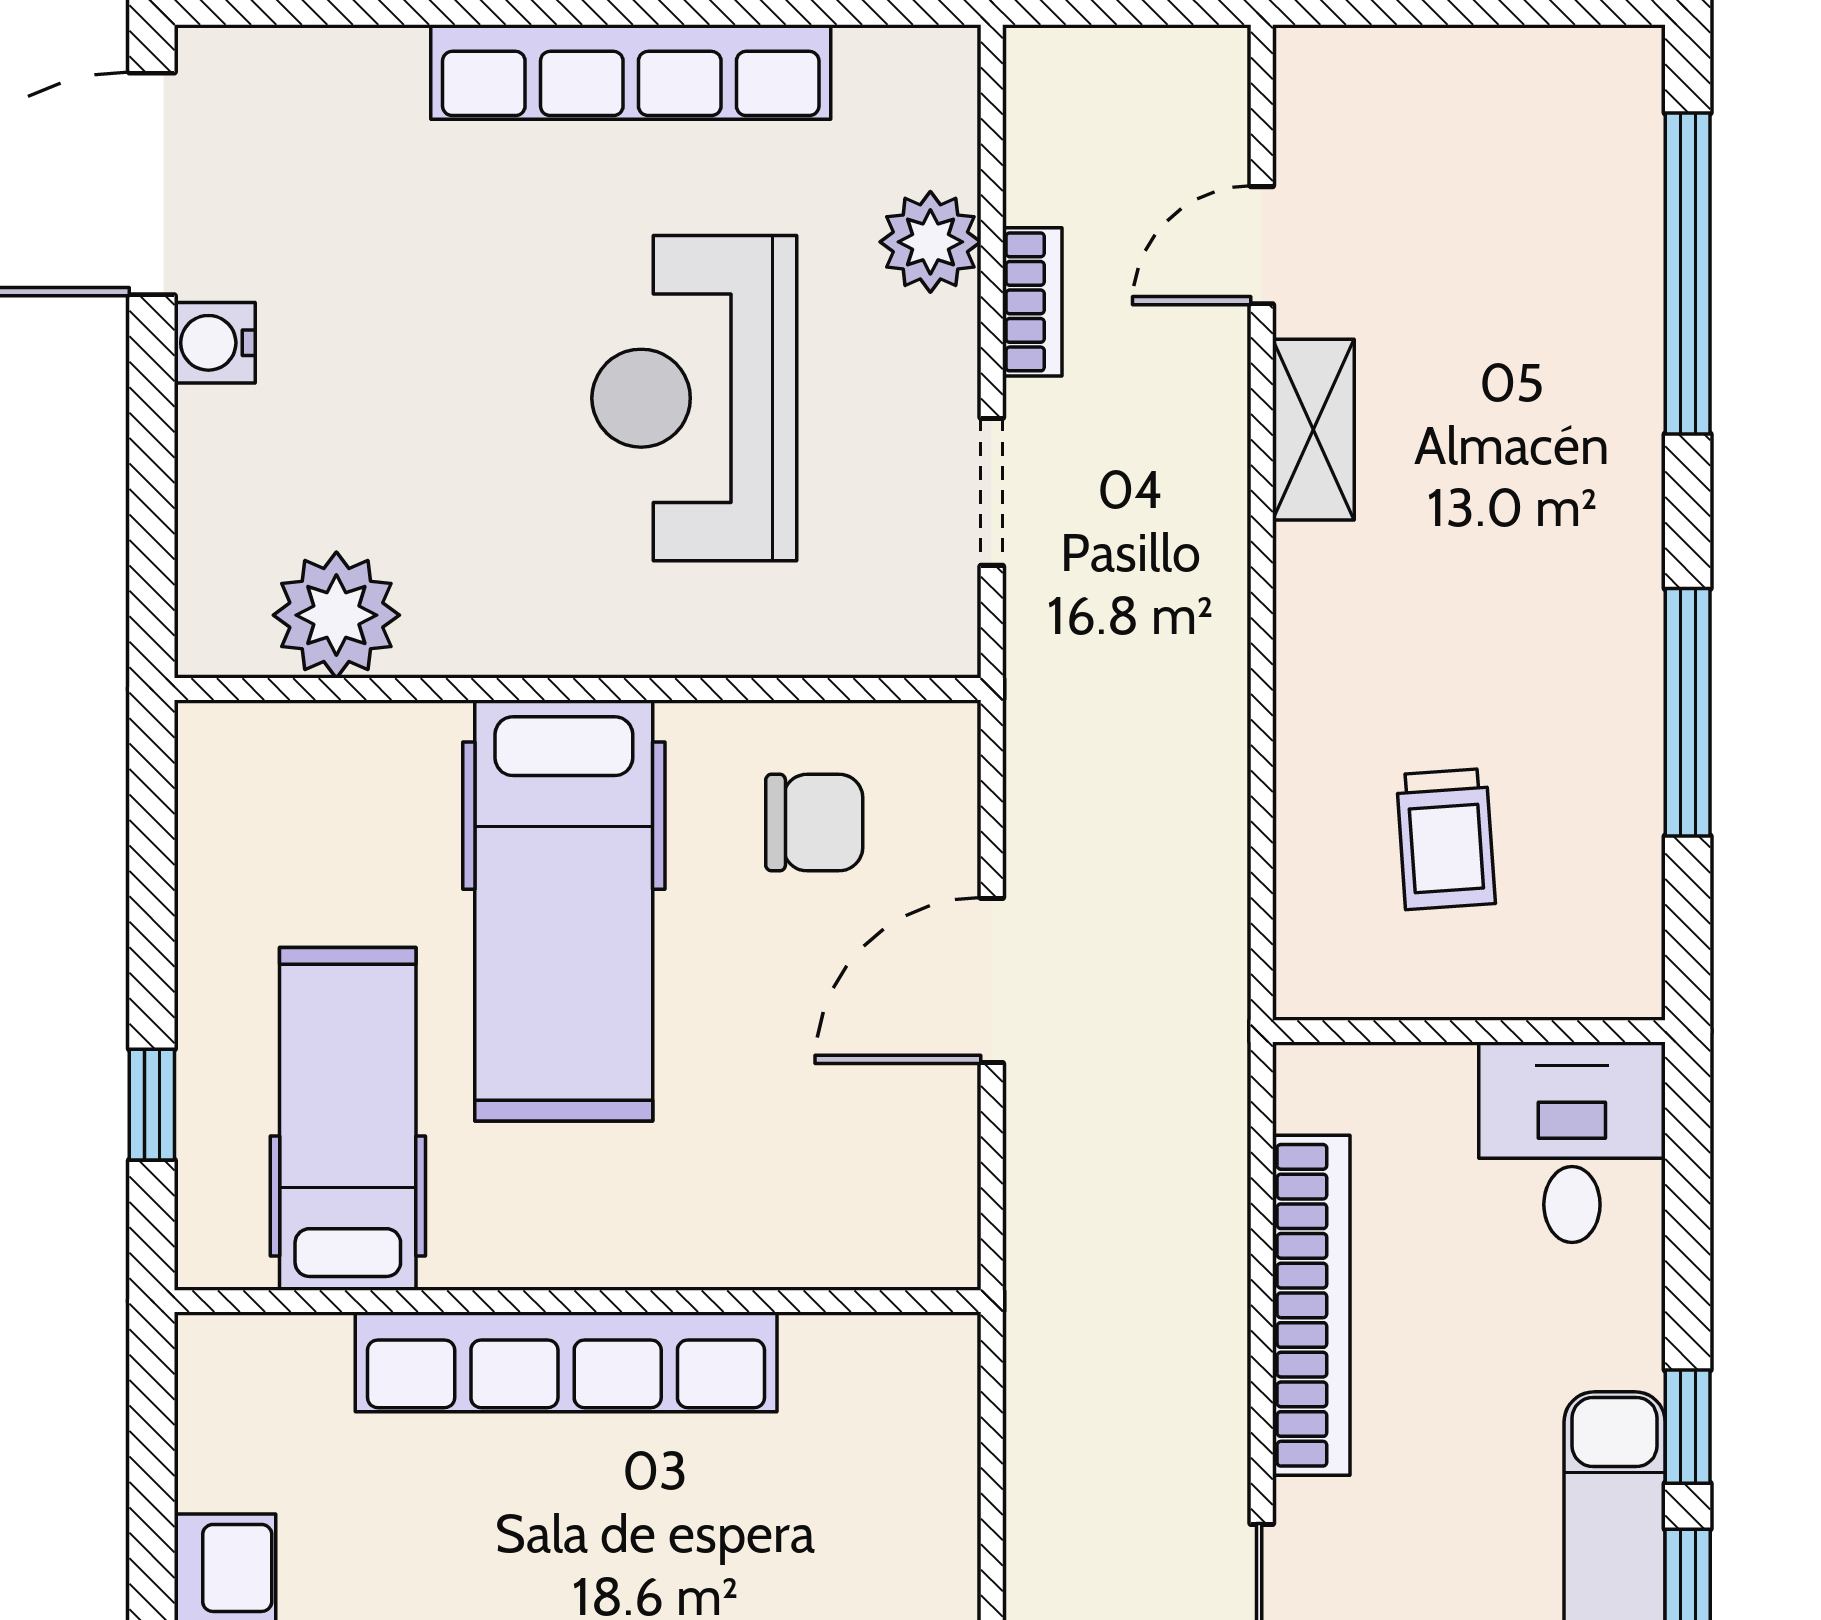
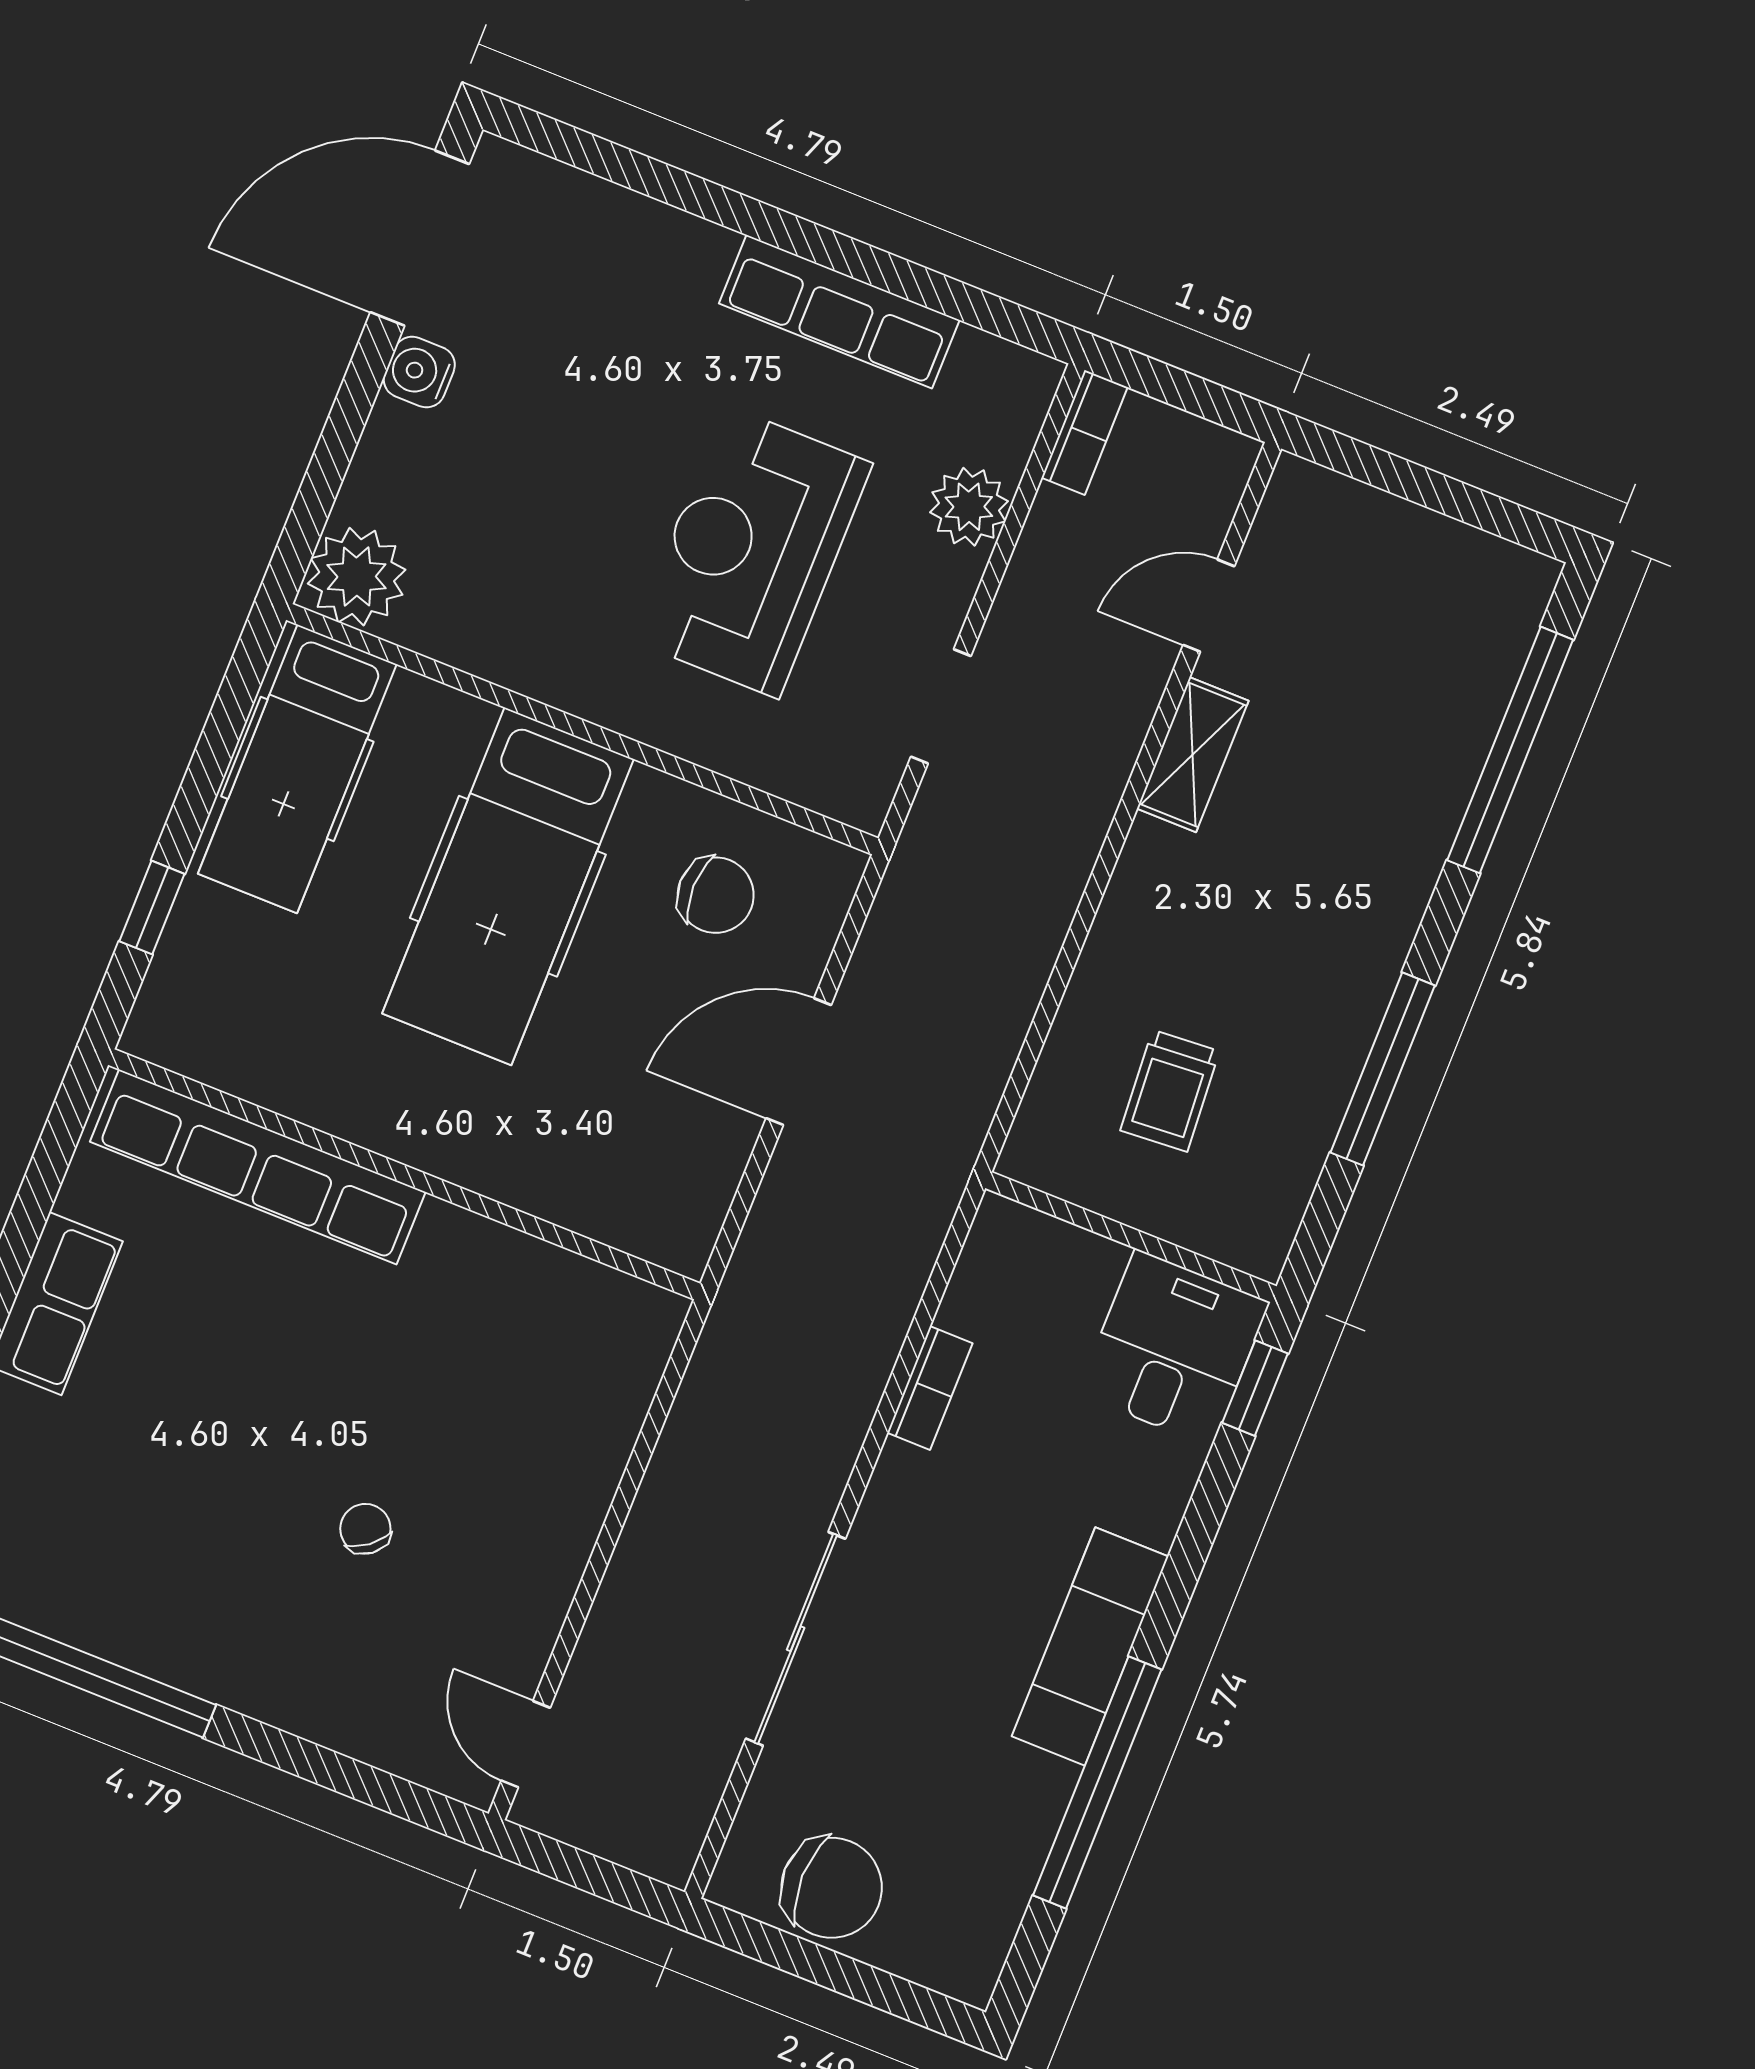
row of seats: (631, 72) -> (839, 312), width x0.73
bookcase: (1032, 302) -> (1085, 432), moved
plant: (336, 615) -> (357, 577), moved
hospital bed: (348, 1119) -> (297, 769), moved, turned 180
bookcase: (1311, 1305) -> (930, 1388), width x0.43, depth x0.76
row of seats: (566, 1362) -> (258, 1167), moved
window: (1688, 1427) -> (1255, 1388), moved

